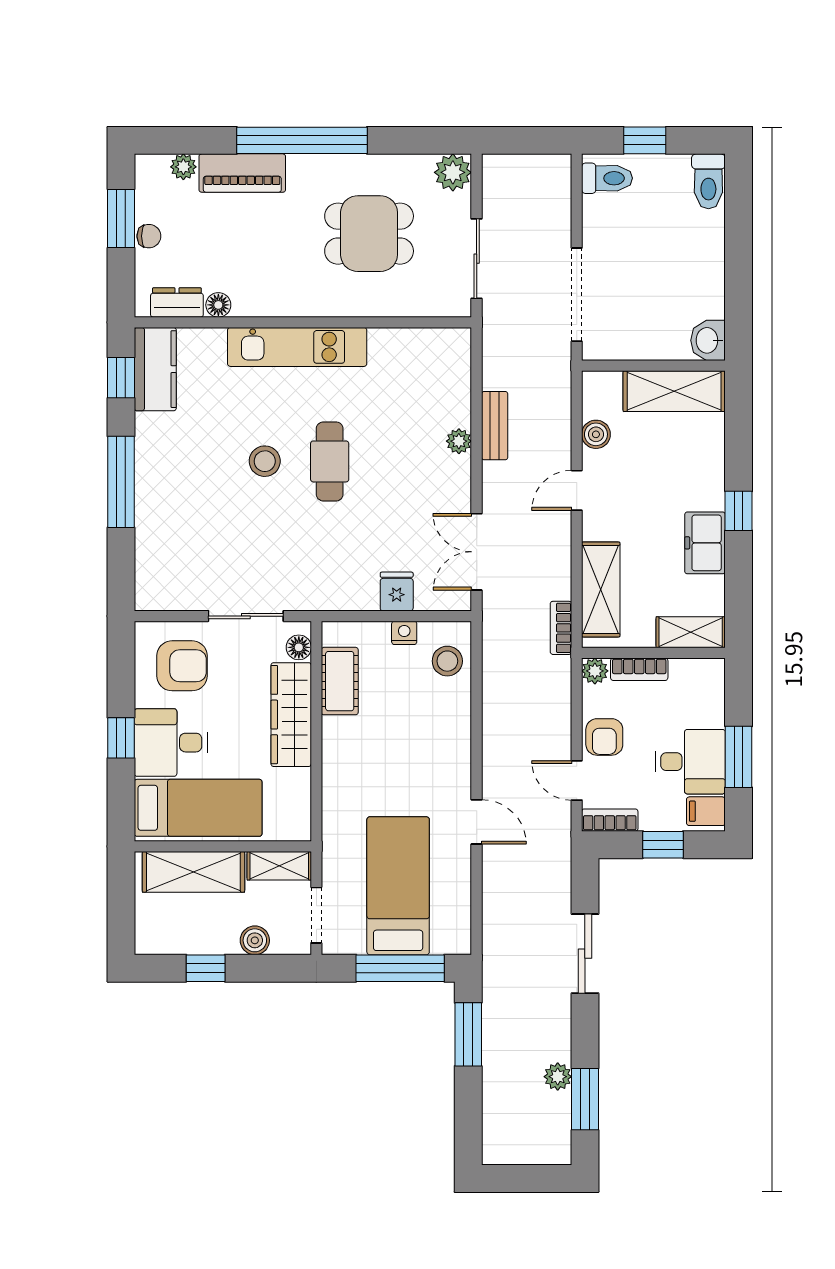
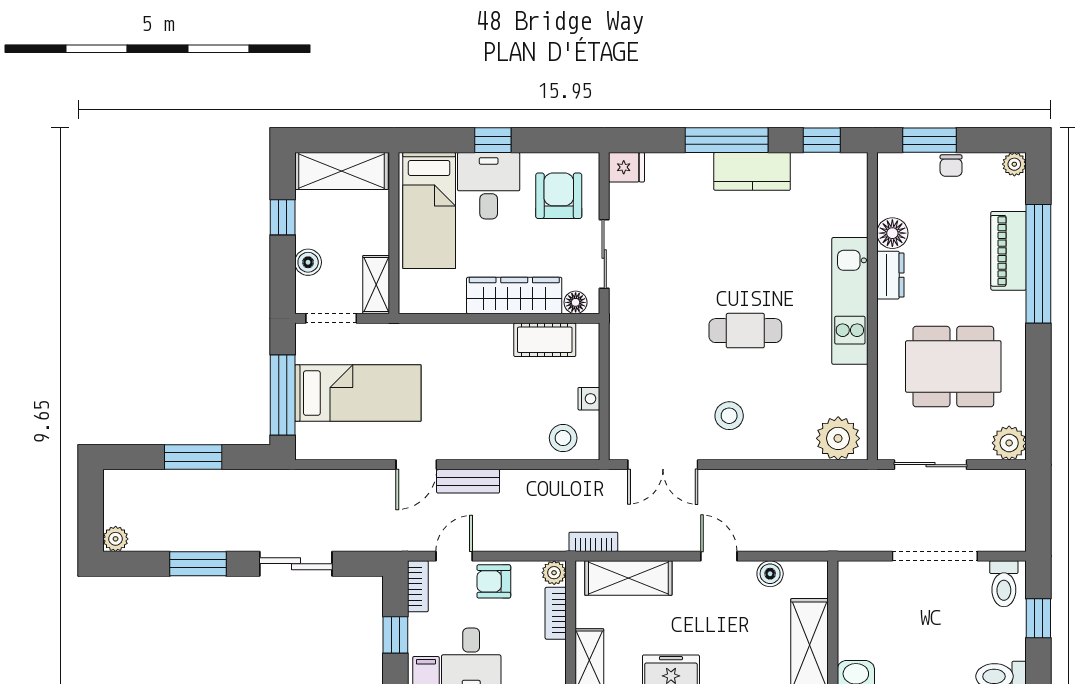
window: (302, 140) -> (1038, 264), moved
plant: (183, 167) -> (1014, 164), moved
window: (121, 219) -> (930, 140), moved
dining table: (369, 234) -> (953, 367), width x1.38
doorway: (577, 295) -> (935, 556), moved
dresser: (177, 303) -> (890, 275), moved
floor lamp: (218, 305) -> (892, 233), width x1.37, depth x1.37
kitchen counter: (155, 369) -> (752, 171), moved
bench: (495, 426) -> (468, 481), moved
plant: (459, 441) -> (838, 438), moved, width x1.88, depth x1.88
stool: (265, 461) -> (729, 416), moved
double door: (477, 552) -> (663, 465), swing flipped
fridge: (397, 592) -> (627, 167), moved
armchair: (182, 666) -> (559, 196), turned 180
shelving: (193, 872) -> (341, 171), moved, turned 90
window: (468, 1034) -> (193, 457), moved
plant: (558, 1077) -> (116, 539), moved
window: (585, 1099) -> (198, 564), moved

